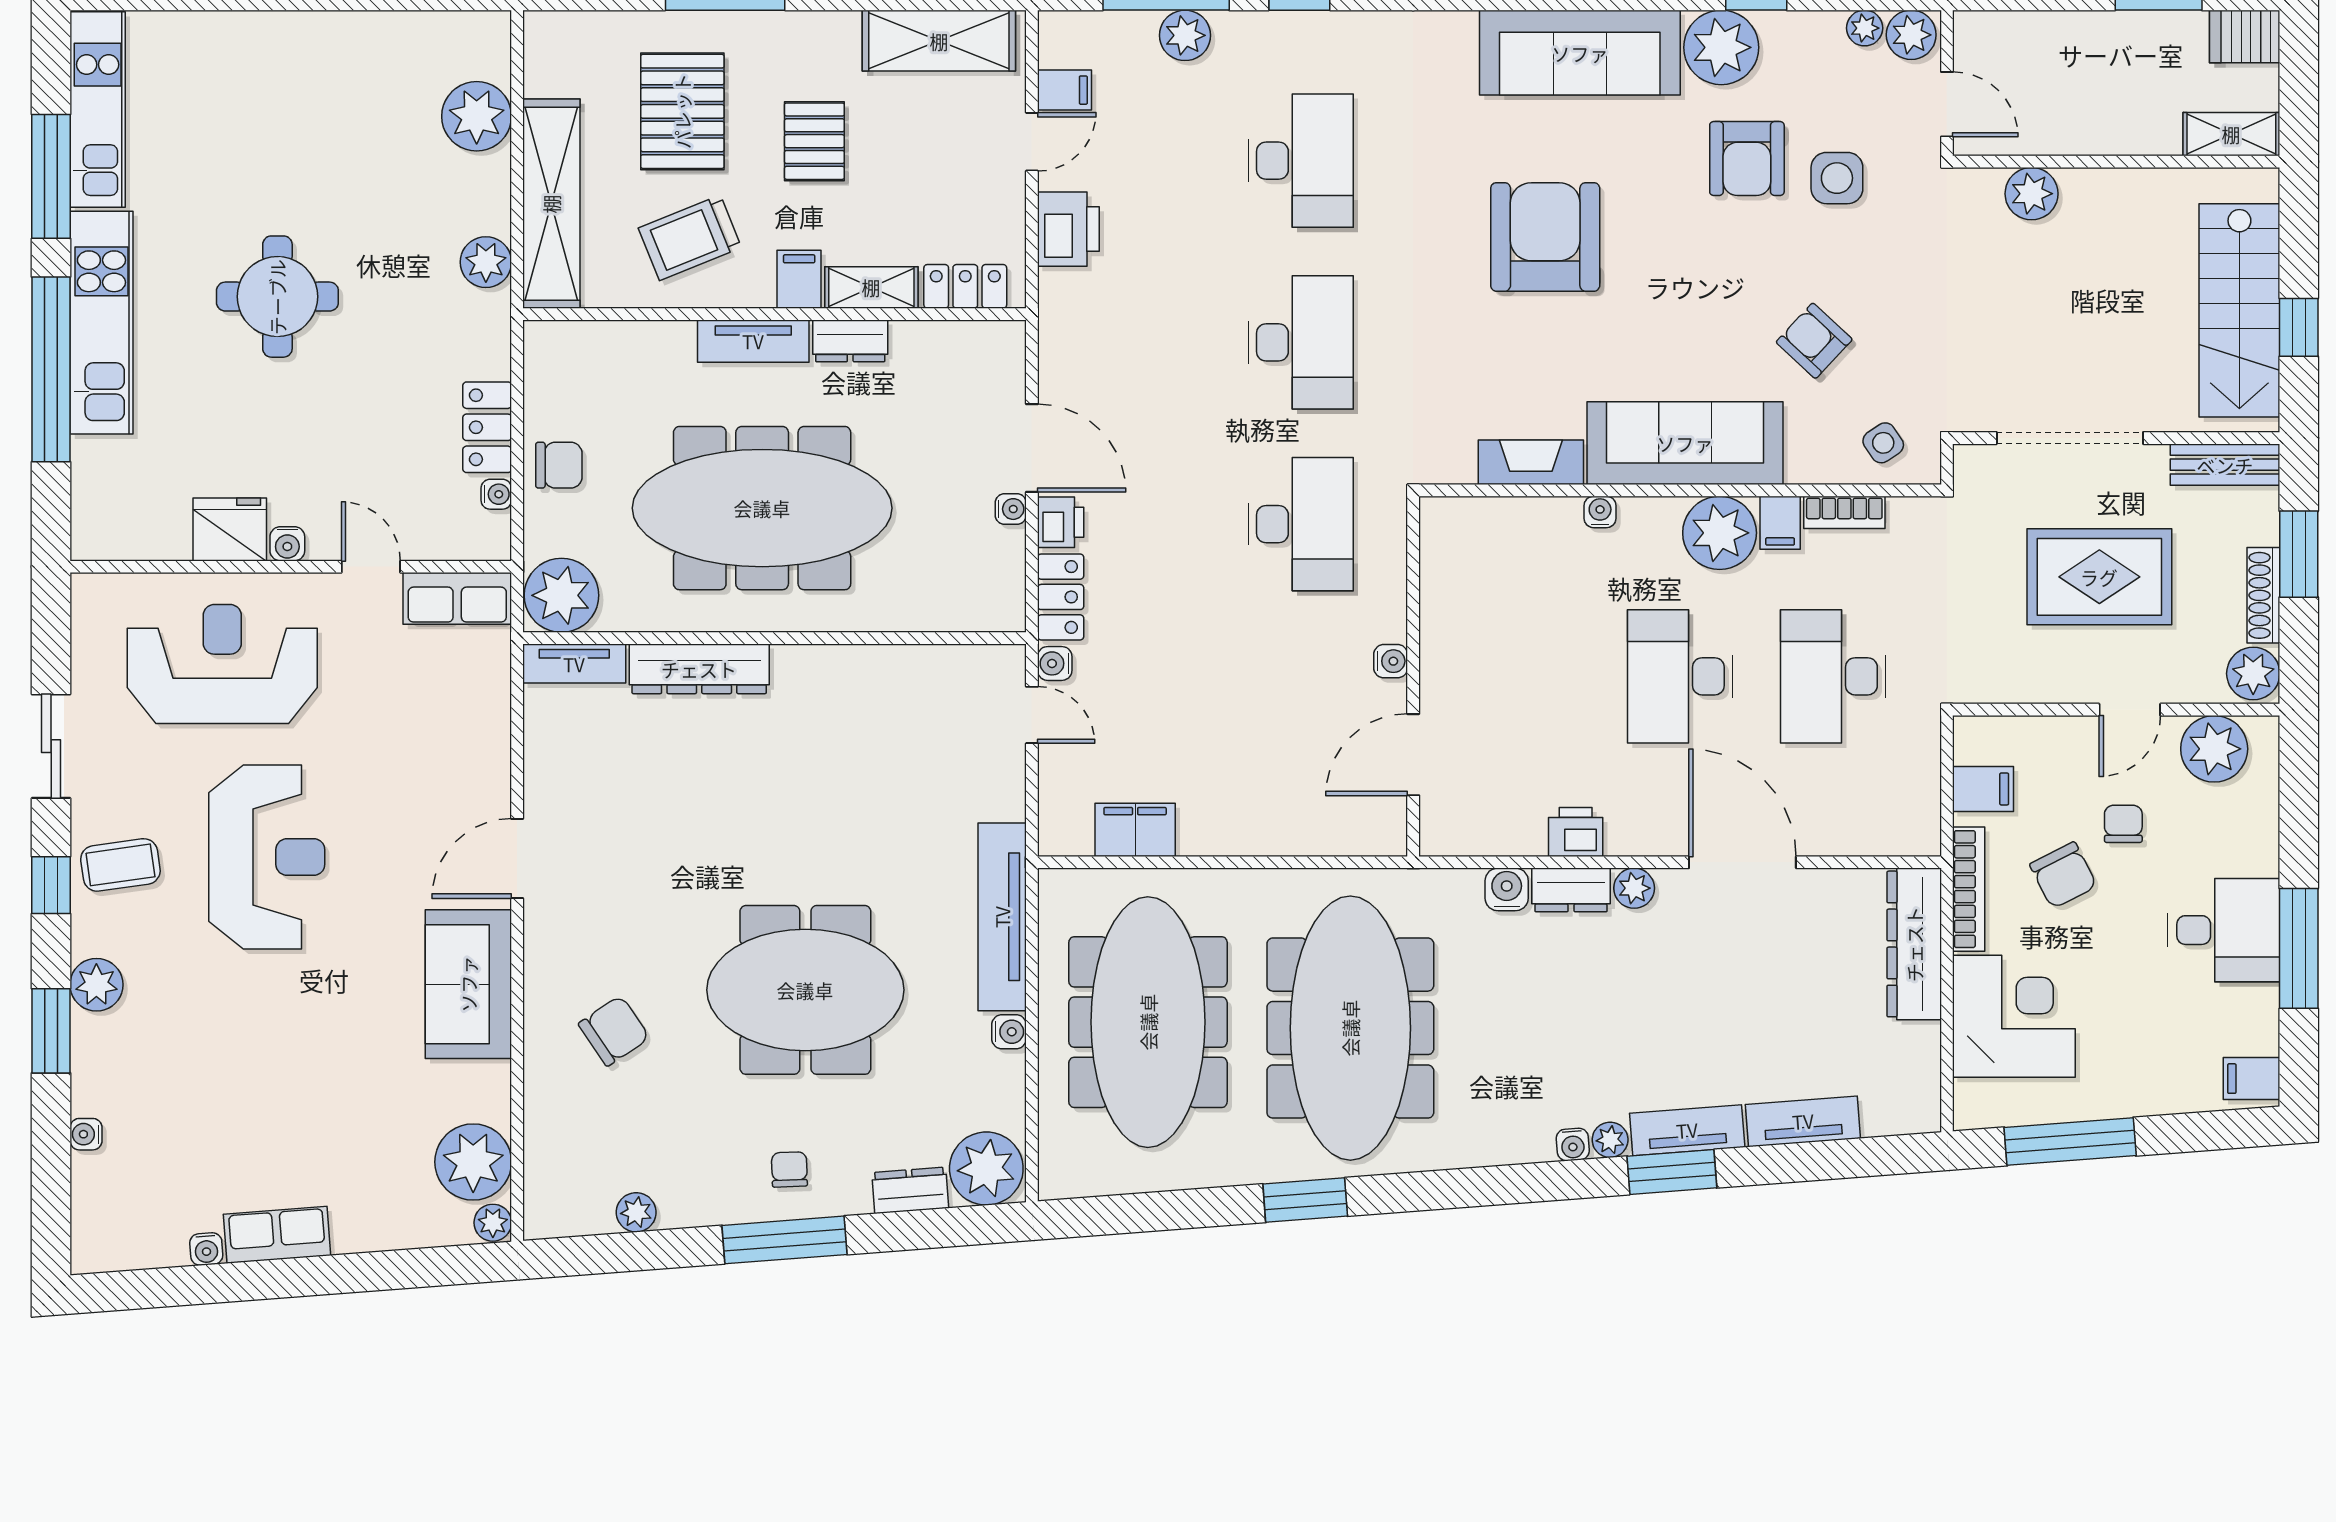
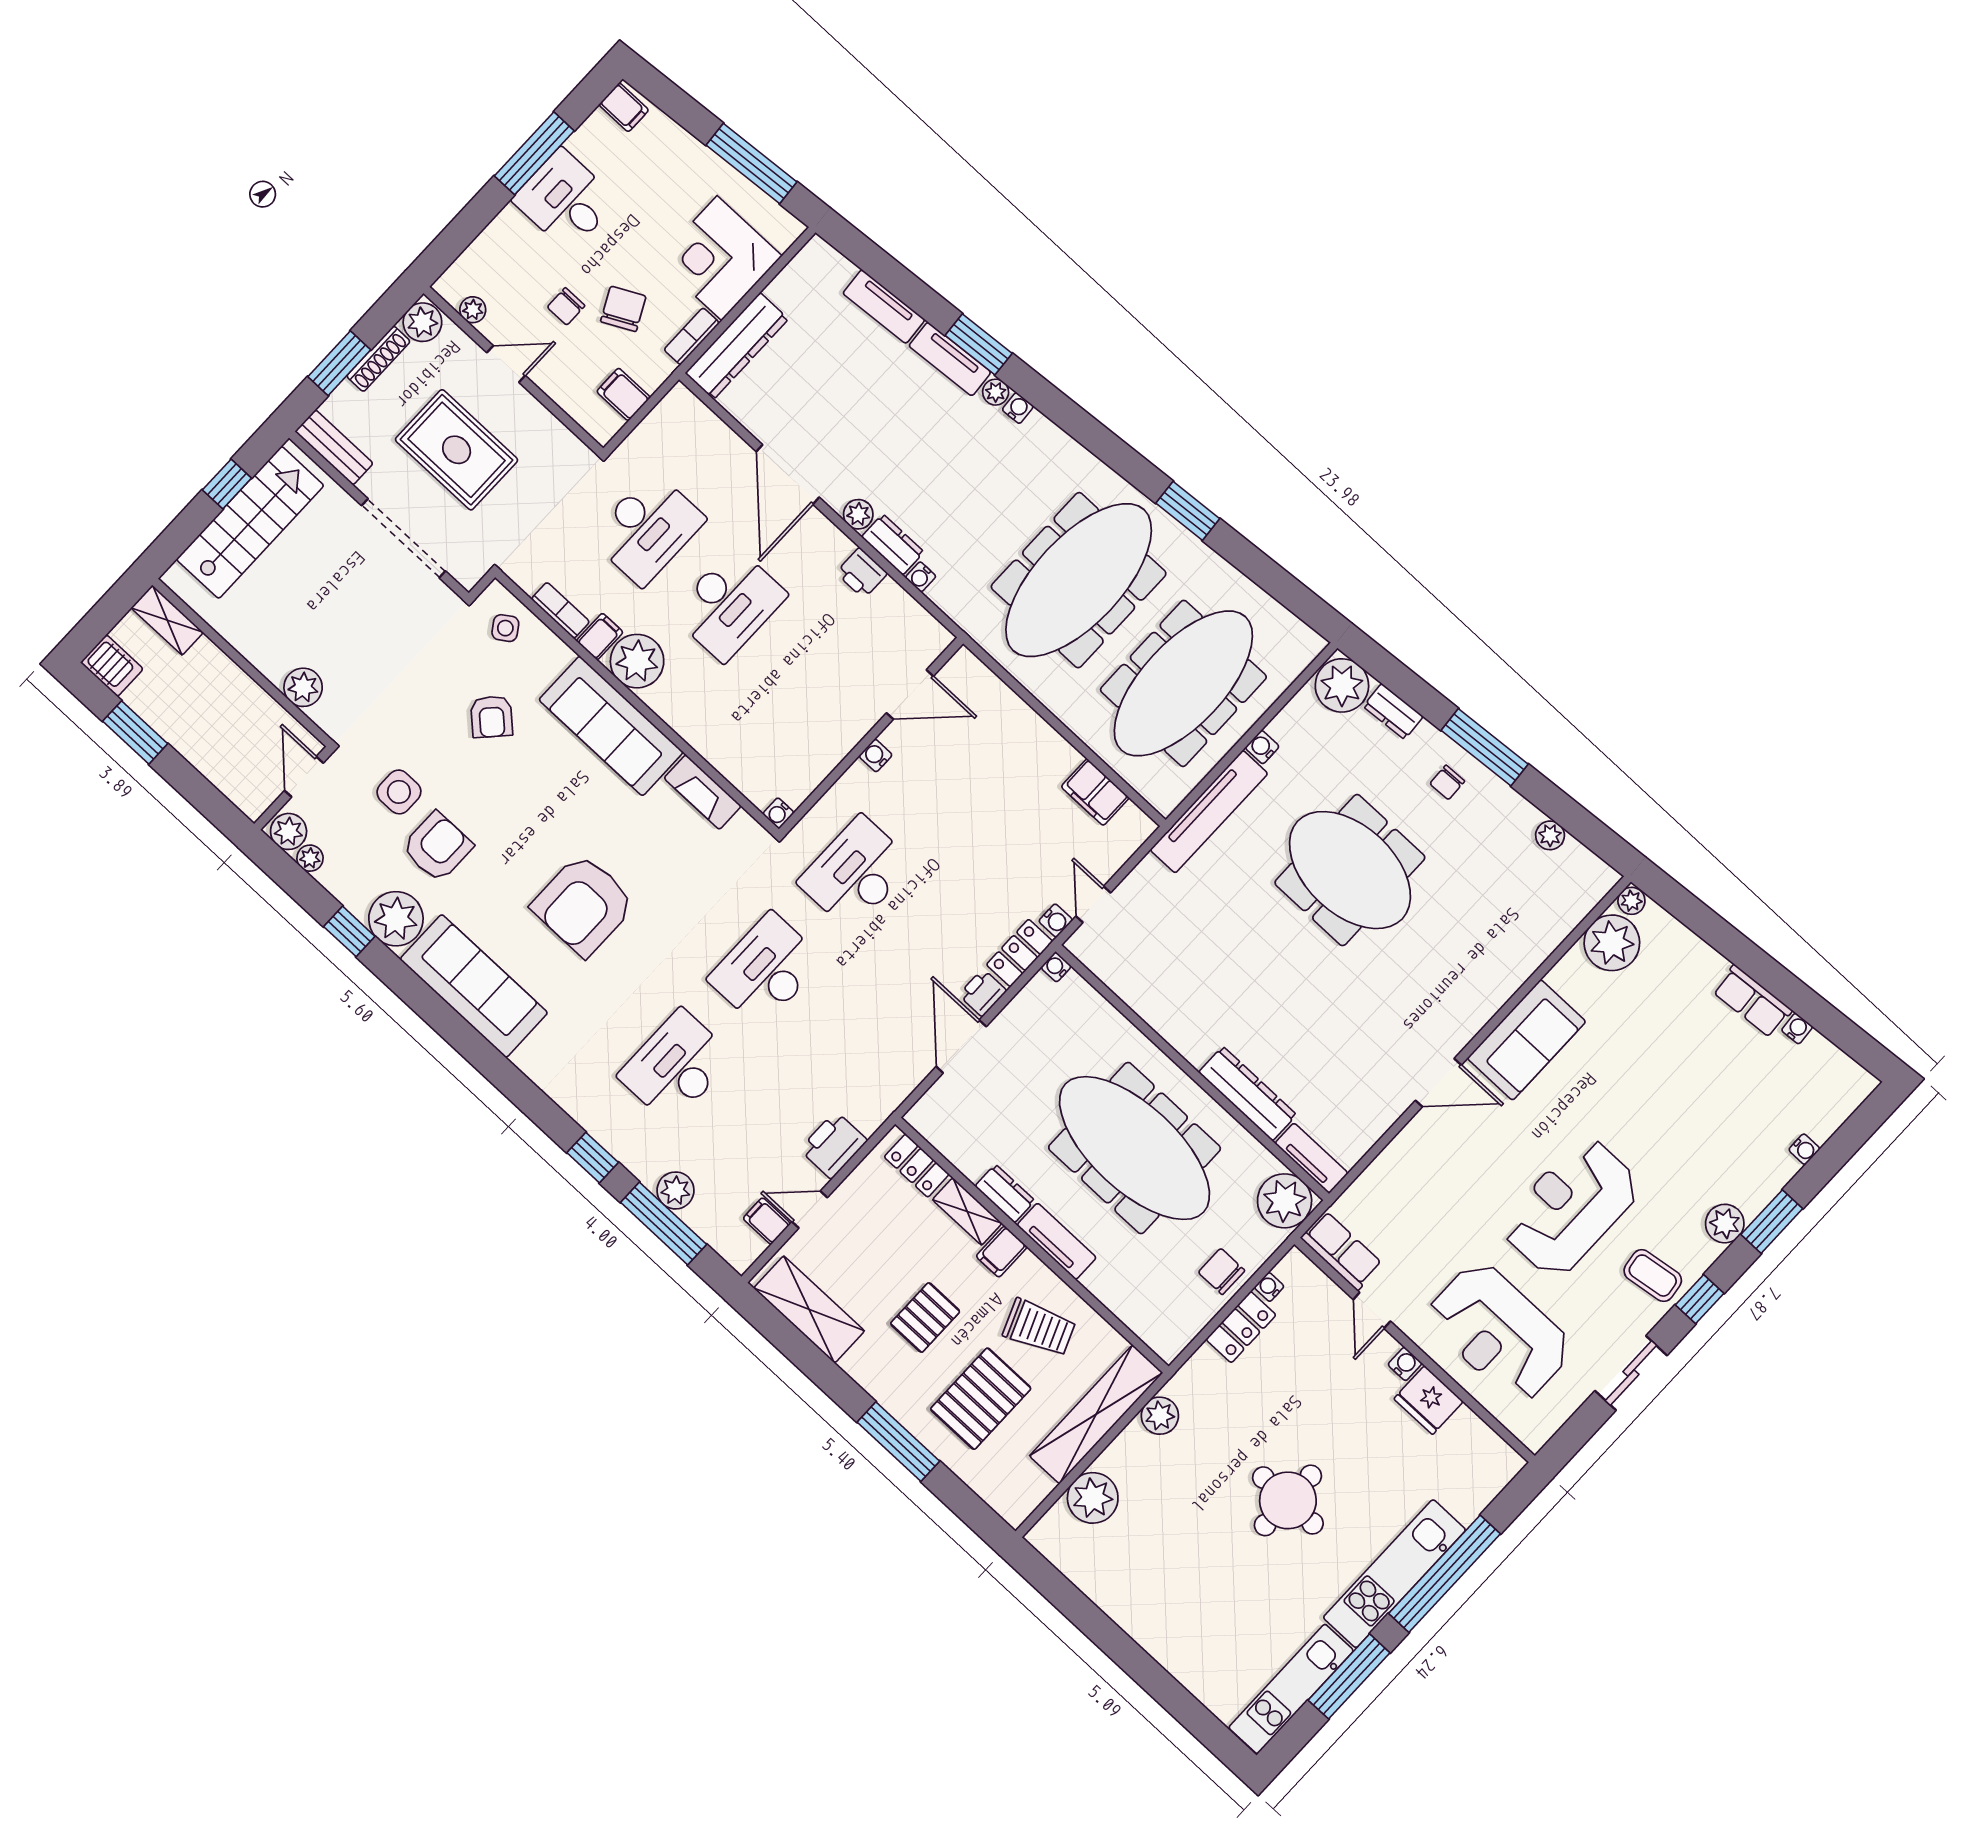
water cooler: (1011, 509) -> (1056, 967), moved
water cooler: (1600, 512) -> (778, 813), moved
plant: (2214, 749) -> (473, 310), width x0.53, depth x0.53
water cooler: (1507, 889) -> (921, 577), width x0.72, depth x0.72
bookcase: (1969, 889) -> (692, 336), width x0.64
chair: (614, 1031) -> (1472, 943), removed

